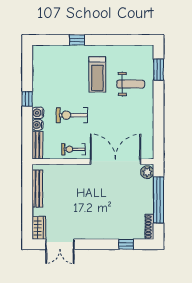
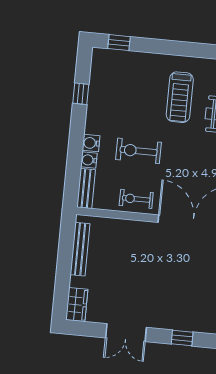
window: (77, 40) -> (119, 43), moved
window: (27, 99) -> (81, 94), moved
double door: (60, 244) -> (126, 333), moved
window: (126, 244) -> (182, 338), moved

